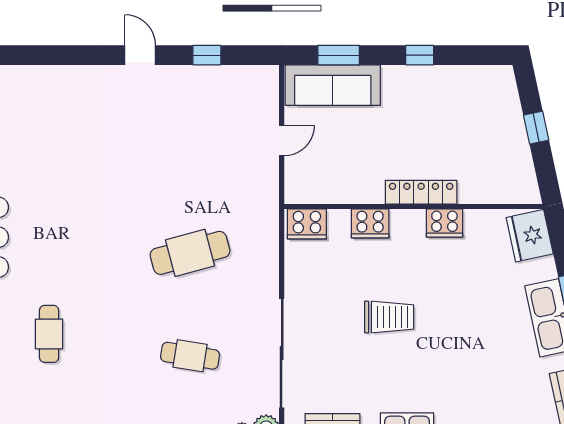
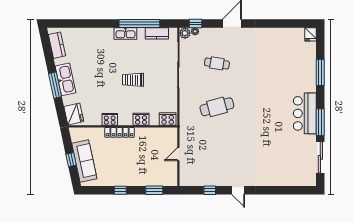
sofa: (333, 85) -> (84, 161), moved, turned 78
cafe table: (49, 334) -> (276, 73), removed

